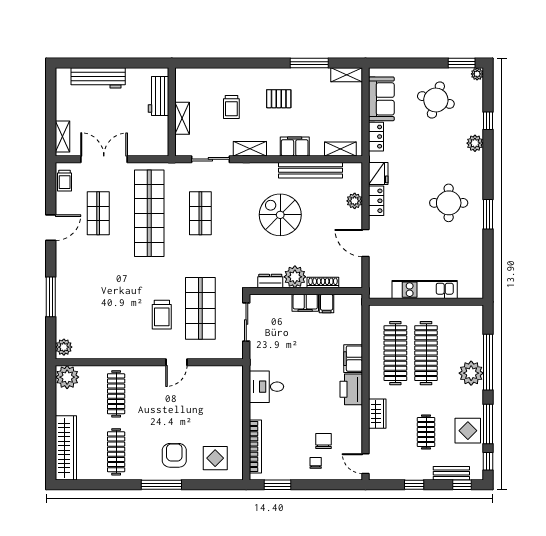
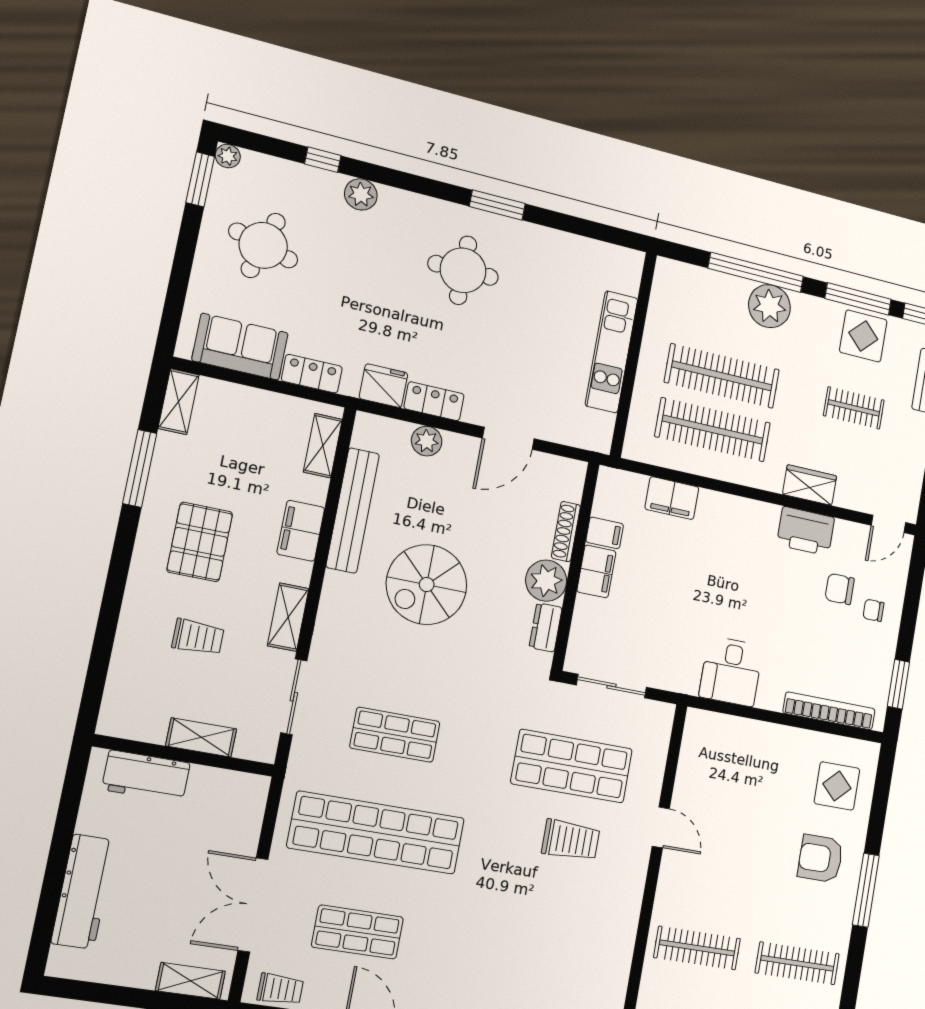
pallet: (279, 99) -> (200, 542), width x1.50, depth x1.42
filing cabinet: (353, 359) -> (672, 498), moved
printer: (351, 389) -> (806, 531), moved

